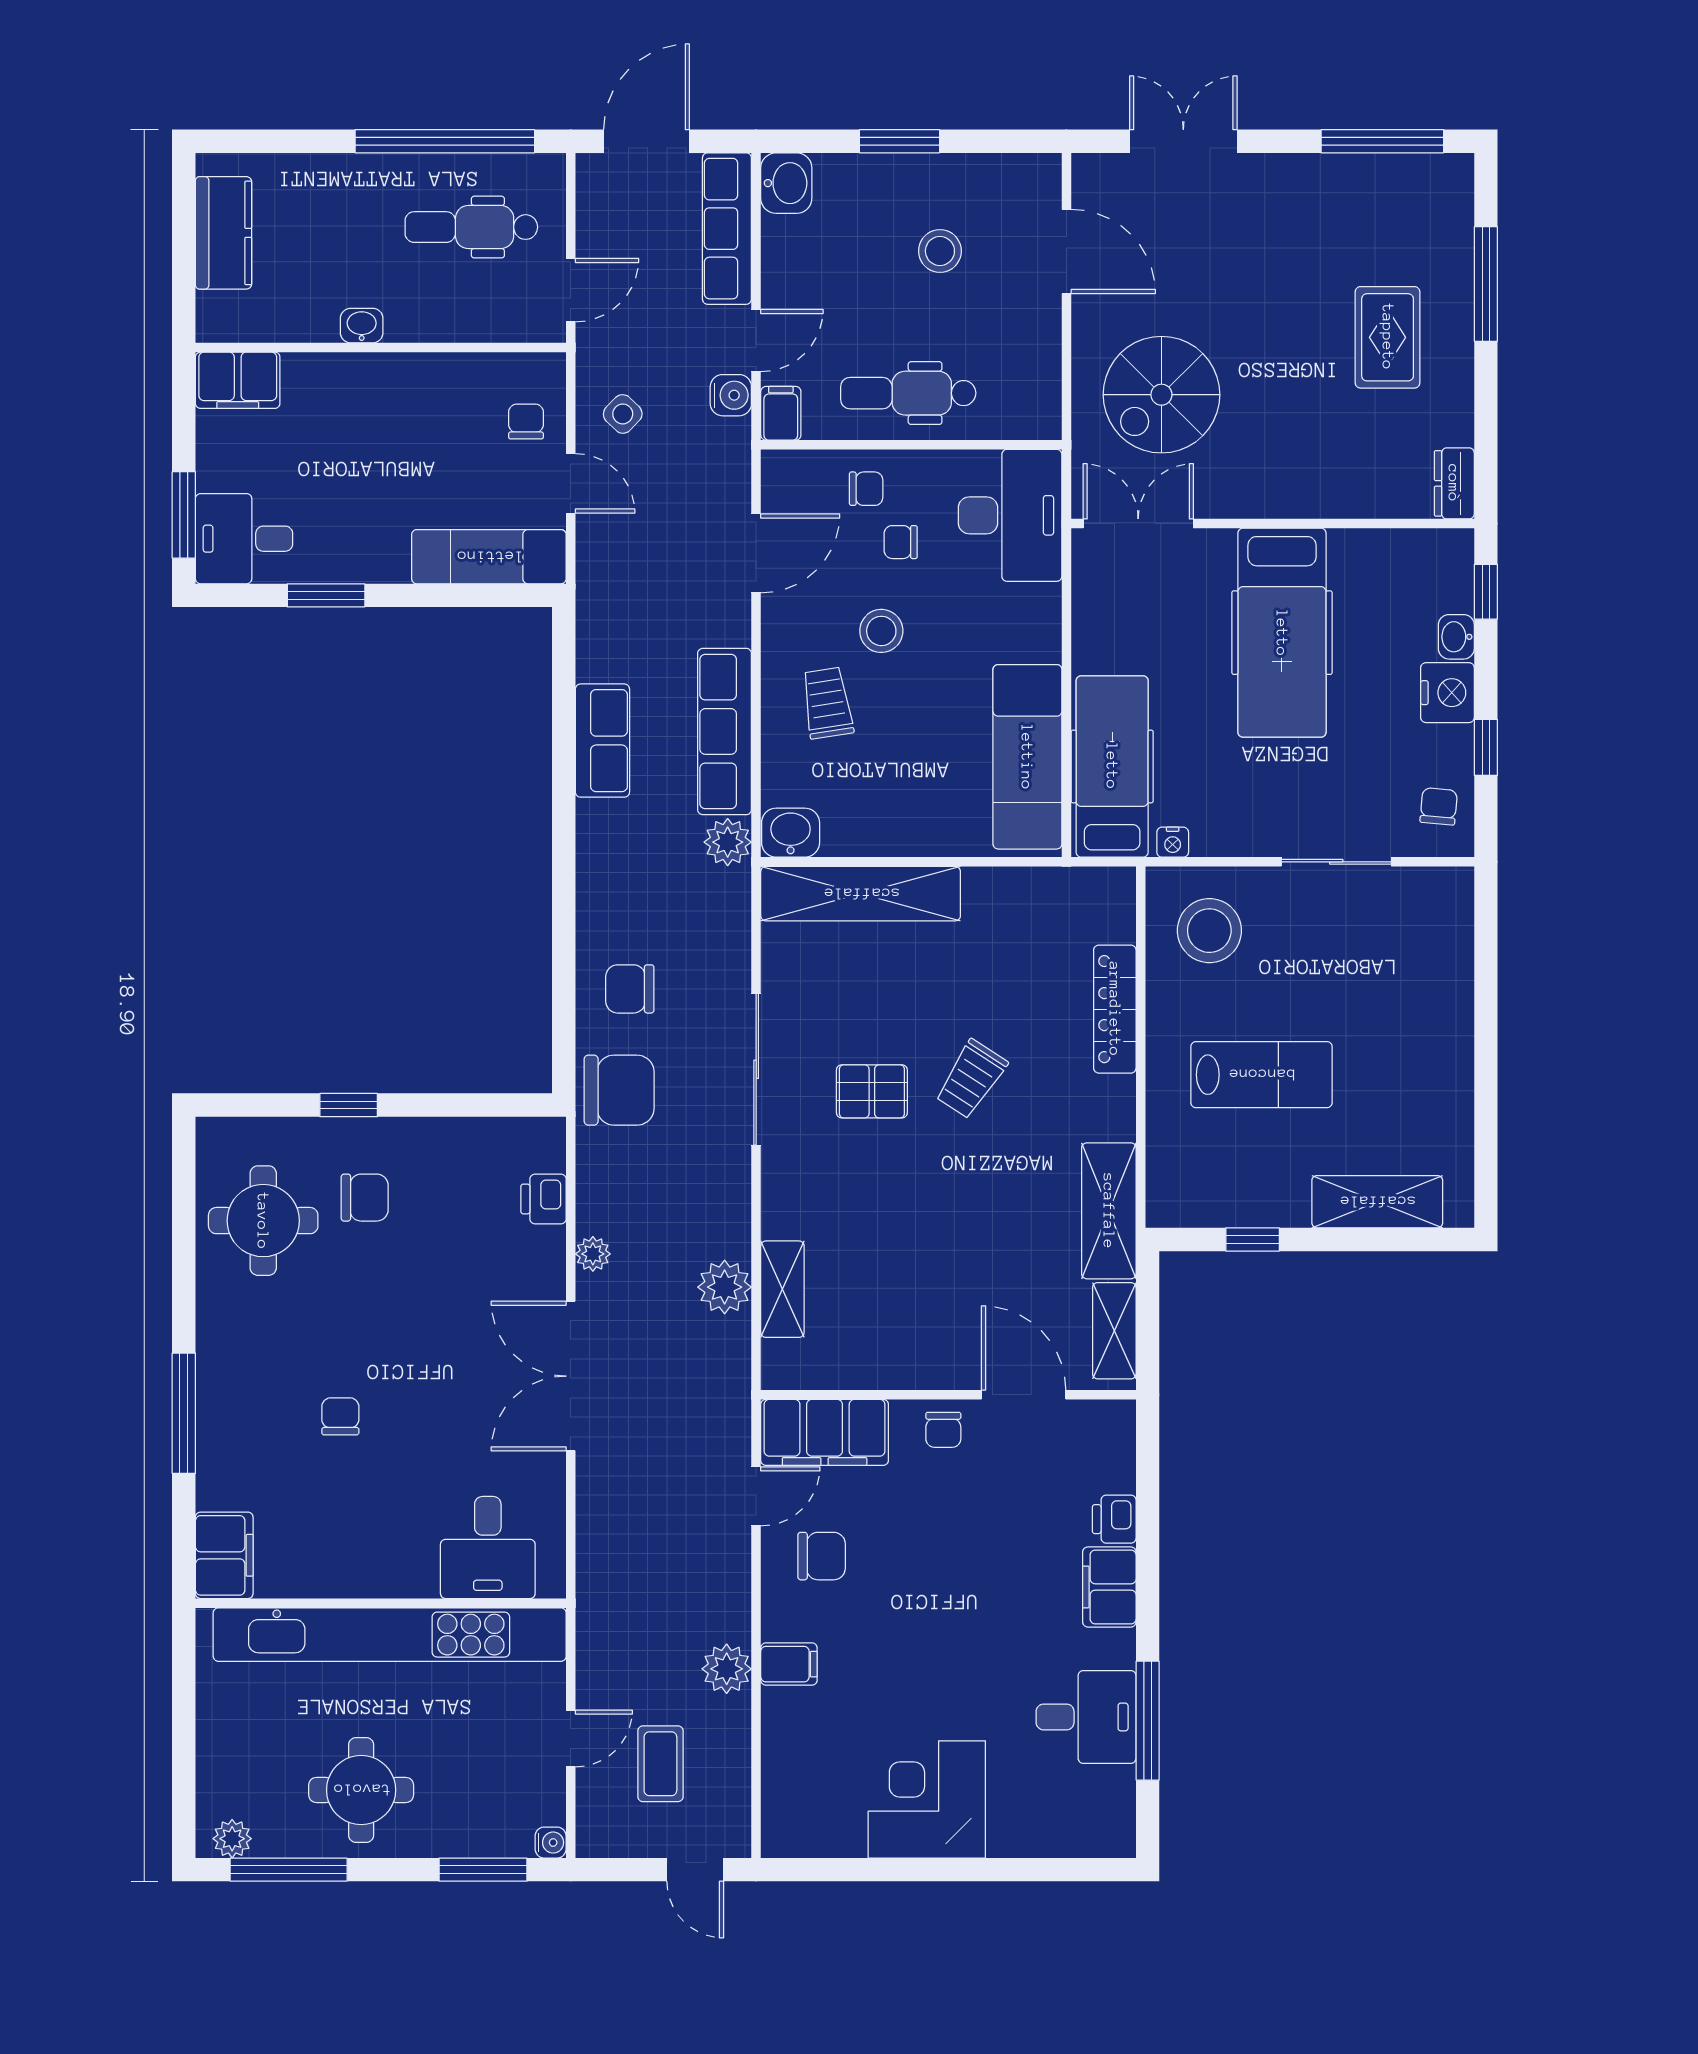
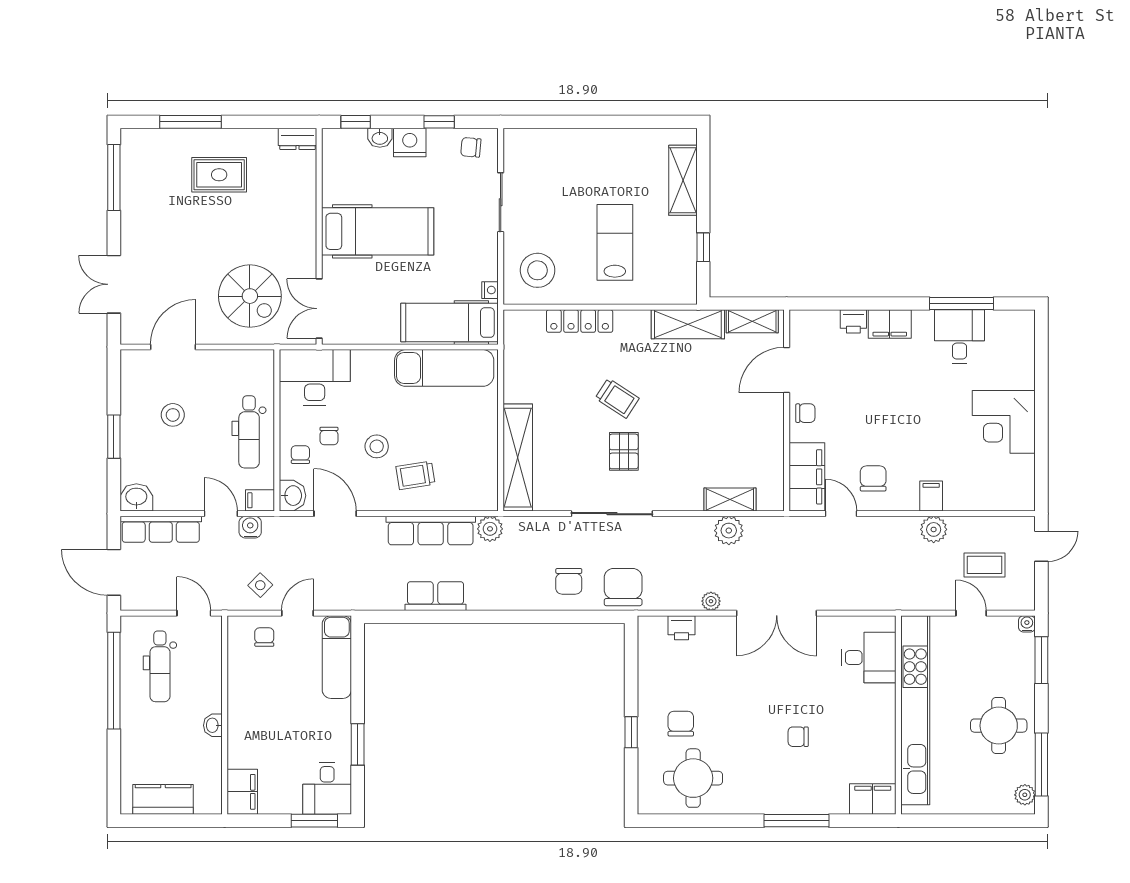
chair: (526, 421) -> (264, 637), turned 90
washbasin: (791, 833) -> (292, 496), moved, turned 180

